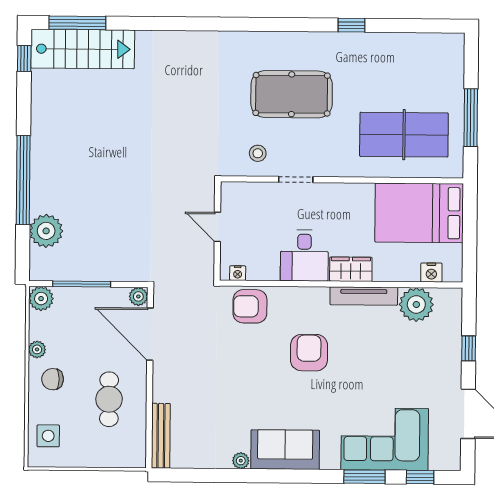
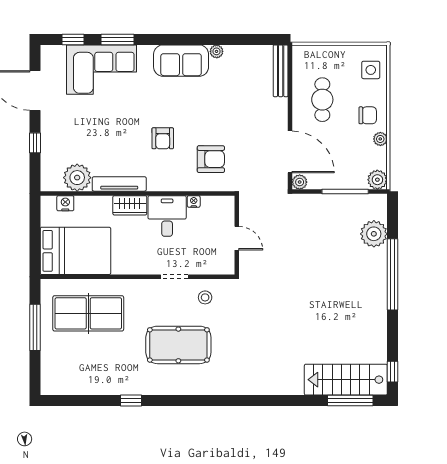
nightstand: (238, 273) -> (194, 201), moved
armchair: (250, 306) -> (211, 159), moved
armchair: (309, 353) -> (163, 138), width x0.72, depth x0.72

